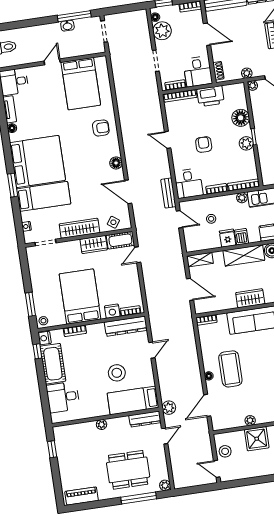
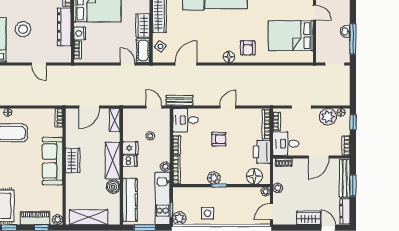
floor lamp: (241, 118) -> (254, 176), moved
floor lamp: (116, 163) -> (229, 57), moved
door: (179, 219) -> (154, 107), swing flipped
dresser: (126, 326) -> (64, 27), moved

